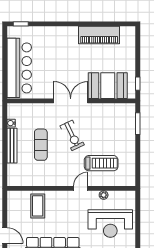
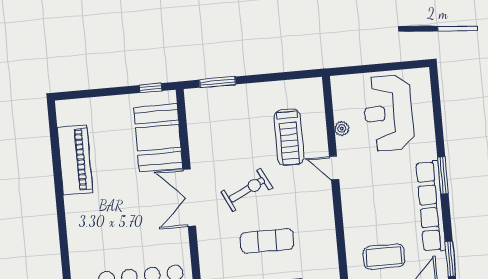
treadmill: (101, 163) -> (289, 137), turned 180
coffee table: (38, 206) -> (384, 257), moved
reception desk: (110, 224) -> (388, 113), turned 180

